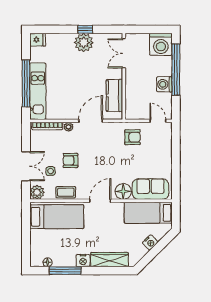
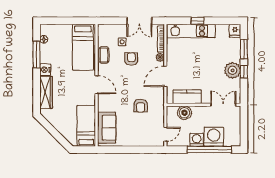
window: (59, 29) -> (244, 49), added
washing machine: (161, 44) -> (214, 137), moved, turned 90
window: (26, 83) -> (197, 21), width x0.32
boiler: (133, 98) -> (185, 113), added
door: (91, 121) -> (165, 76), swing flipped
armchair: (132, 137) -> (141, 106), moved
double door: (26, 166) -> (139, 21), moved
floor lamp: (123, 191) -> (105, 104), removed
plant: (37, 192) -> (104, 30), removed
nightstand: (150, 243) -> (61, 128), removed

